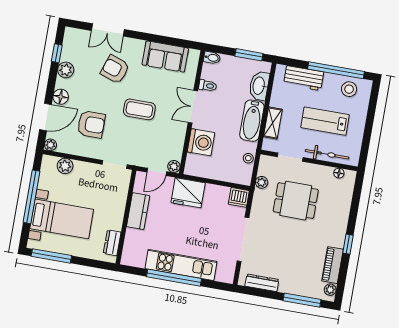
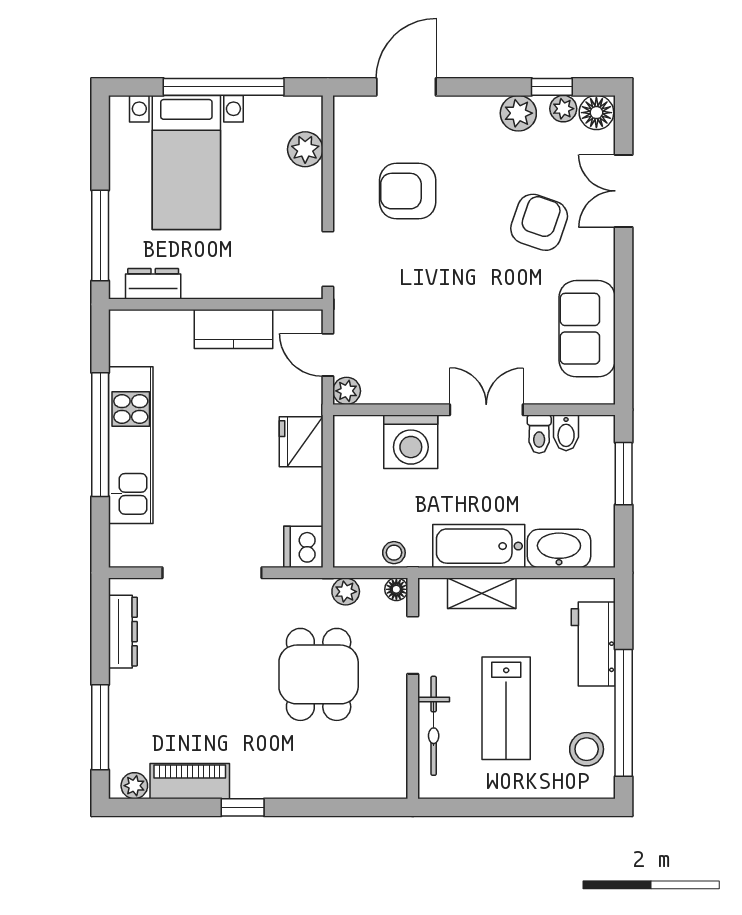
window: (249, 55) -> (624, 474), moved
bidet: (212, 58) -> (566, 433), moved
floor lamp: (61, 97) -> (596, 113), moved
coffee table: (139, 109) -> (460, 292), removed
door: (46, 117) -> (406, 87), swing flipped
lab bench: (325, 121) -> (506, 708), turned 180
armchair: (91, 124) -> (408, 191), turned 90
plant: (50, 145) -> (563, 109), moved
floor lamp: (339, 173) -> (396, 589), moved
fridge: (188, 193) -> (301, 442), width x0.73, depth x0.75
window: (51, 256) -> (100, 235), moved

